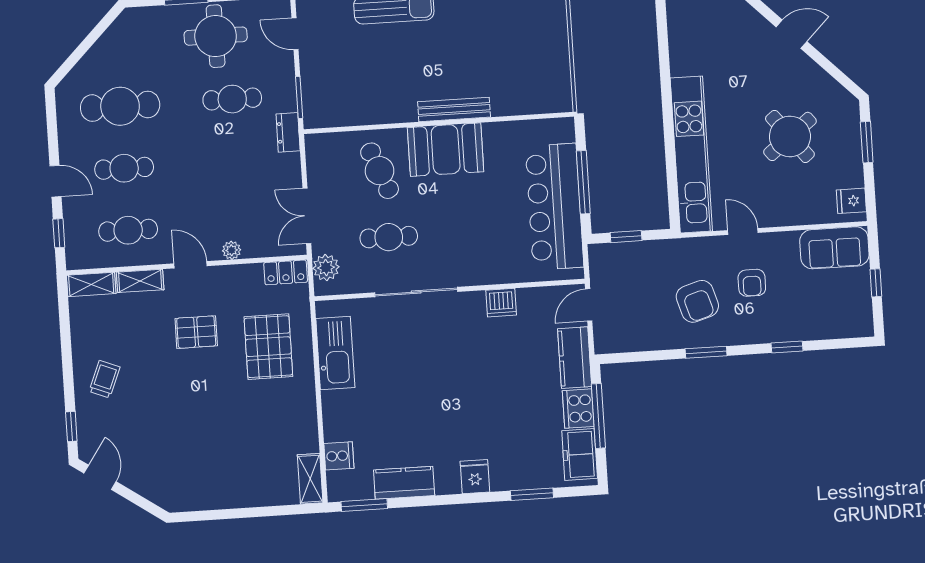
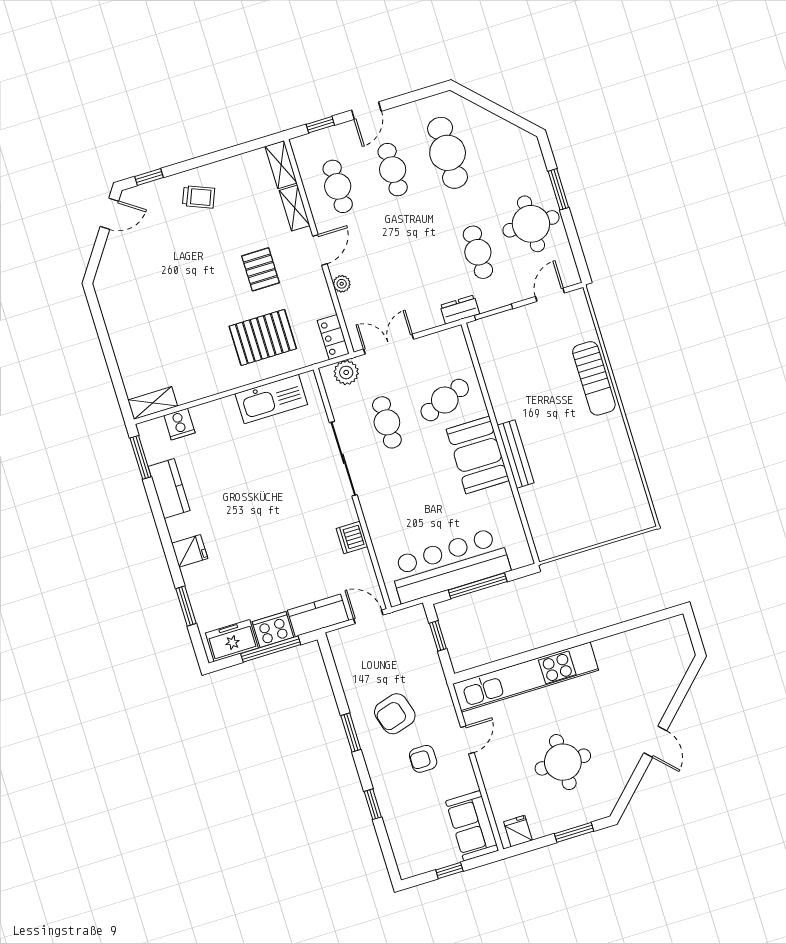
round table: (790, 136) -> (563, 762), turned 38

